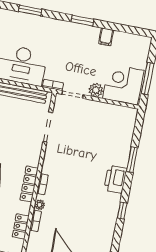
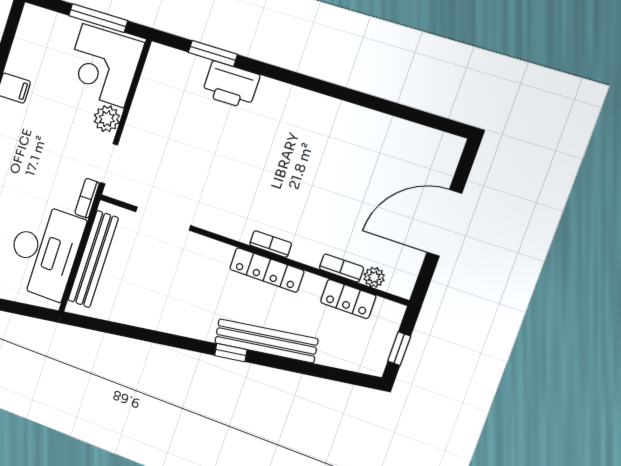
window: (132, 160) -> (213, 53), moved
printer: (115, 179) -> (231, 85), moved
plant: (40, 205) -> (374, 277), moved
window: (122, 211) -> (345, 94), removed

